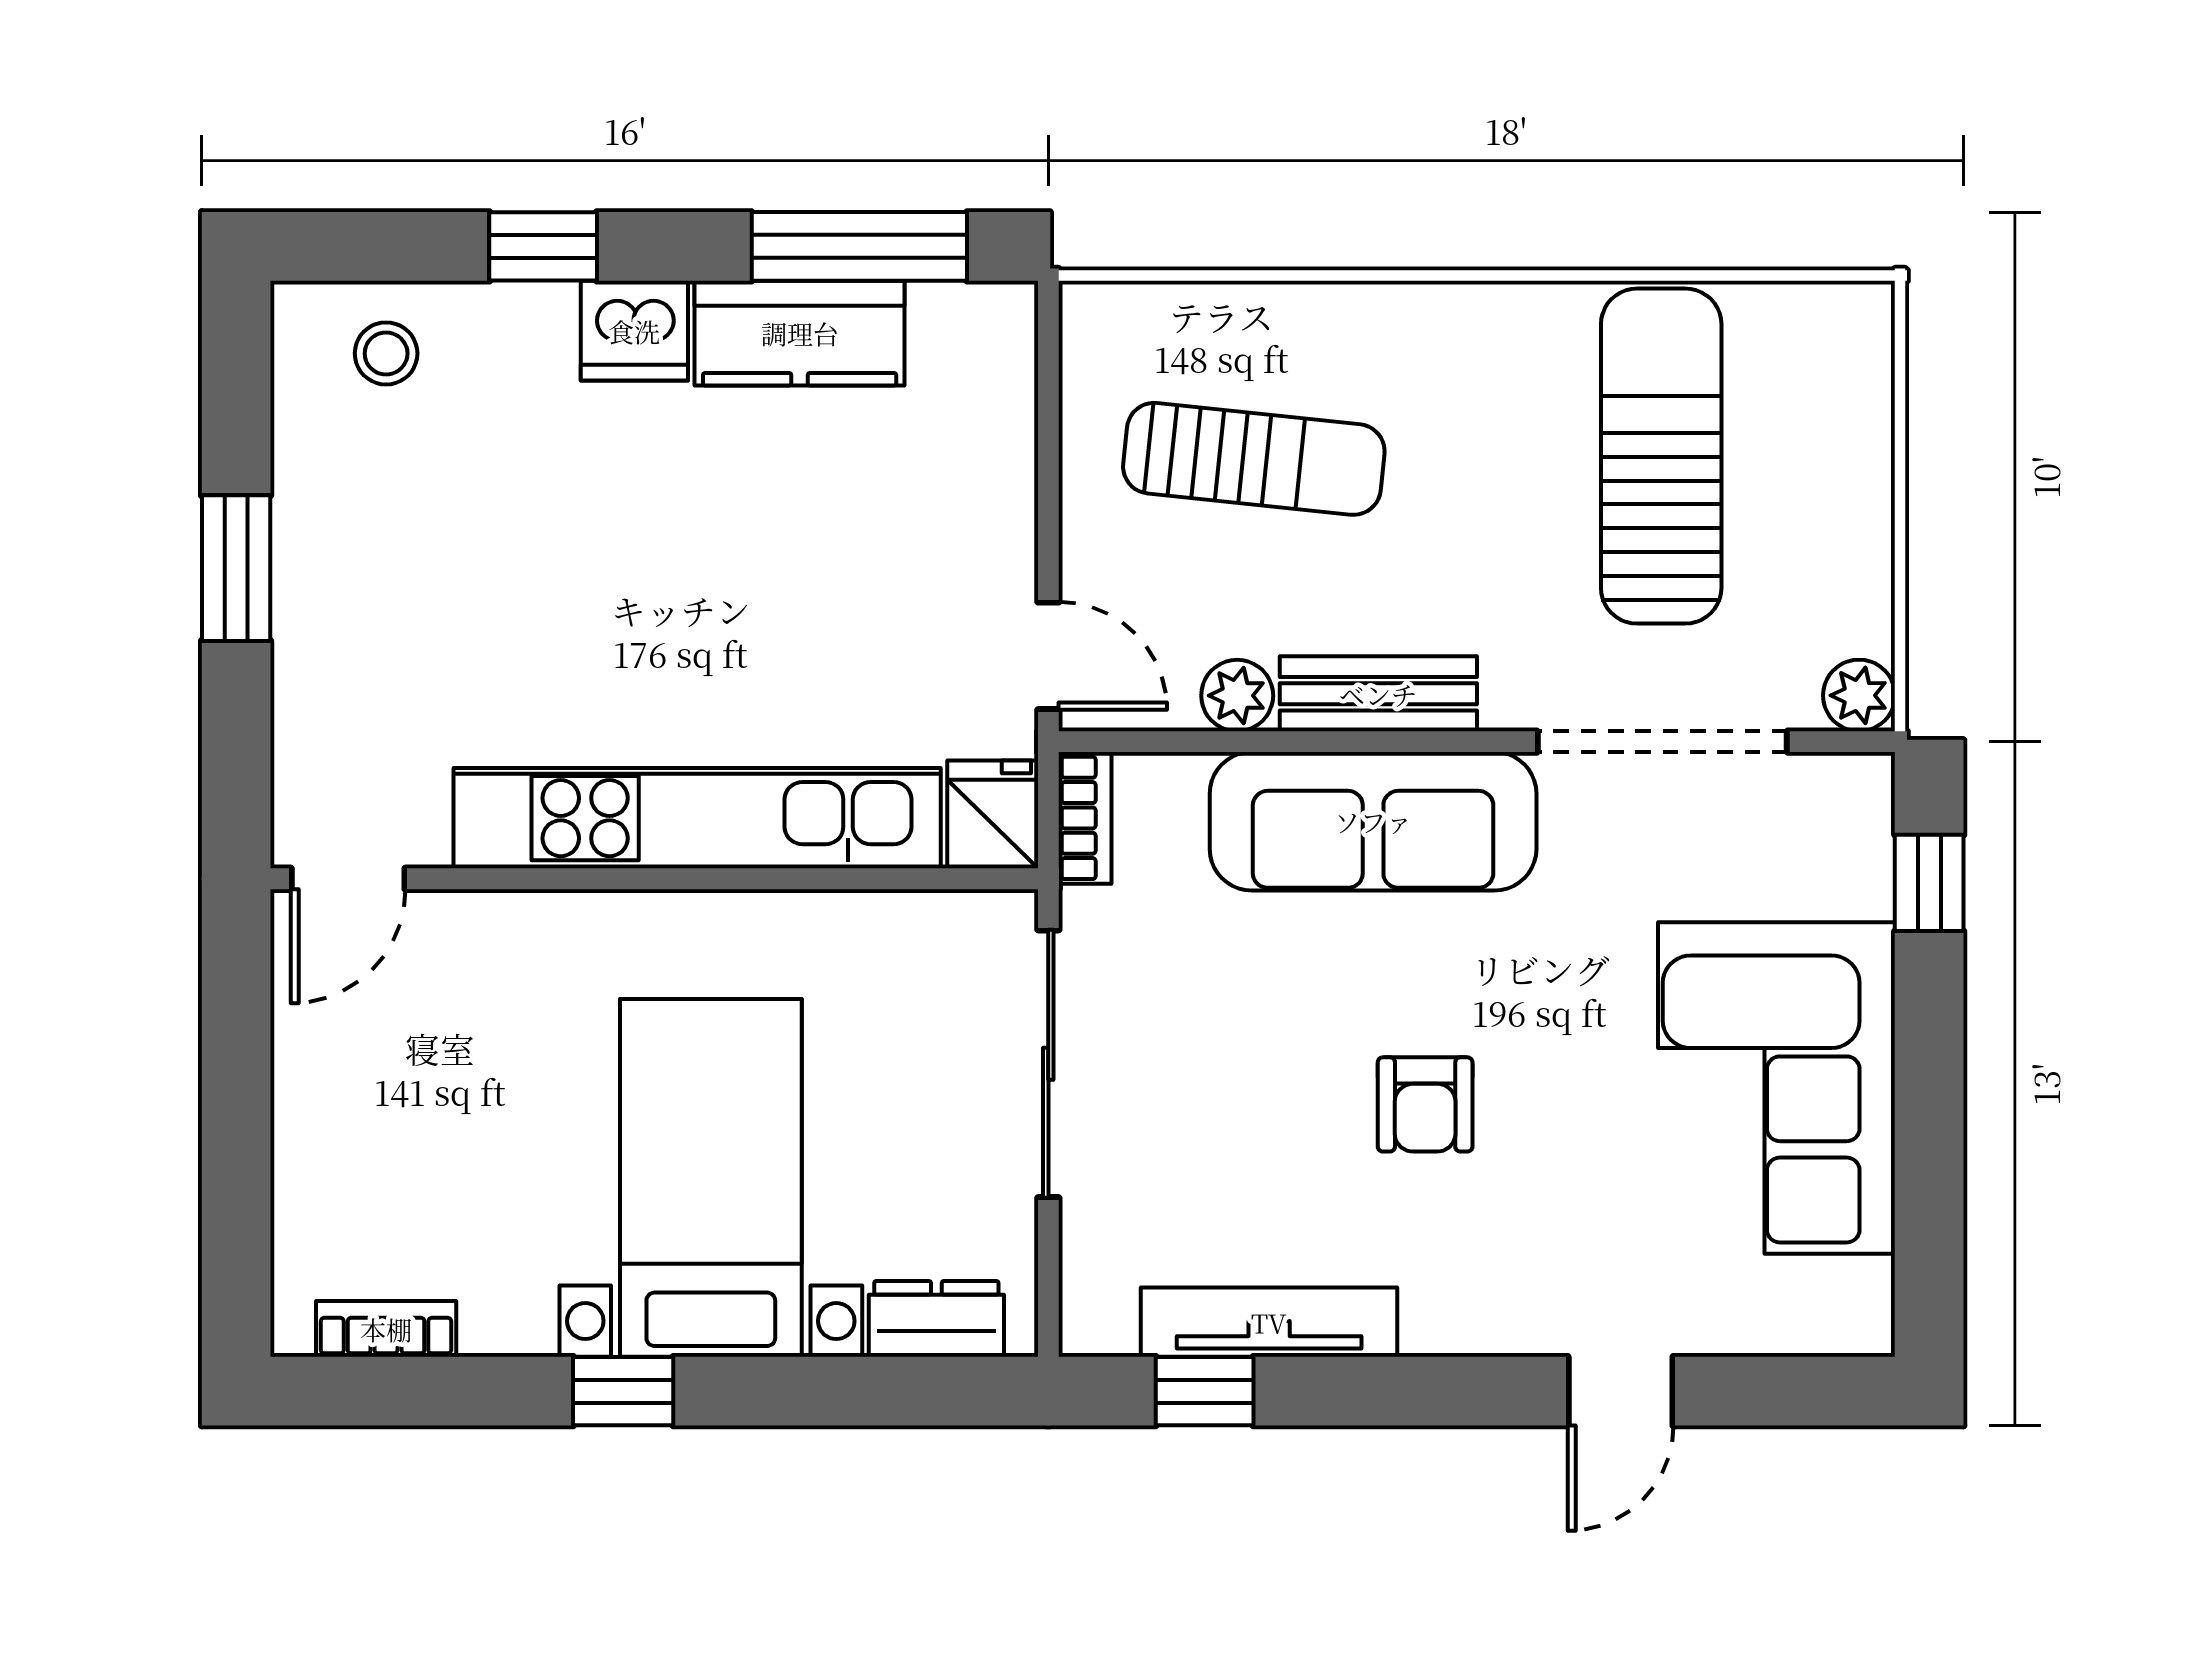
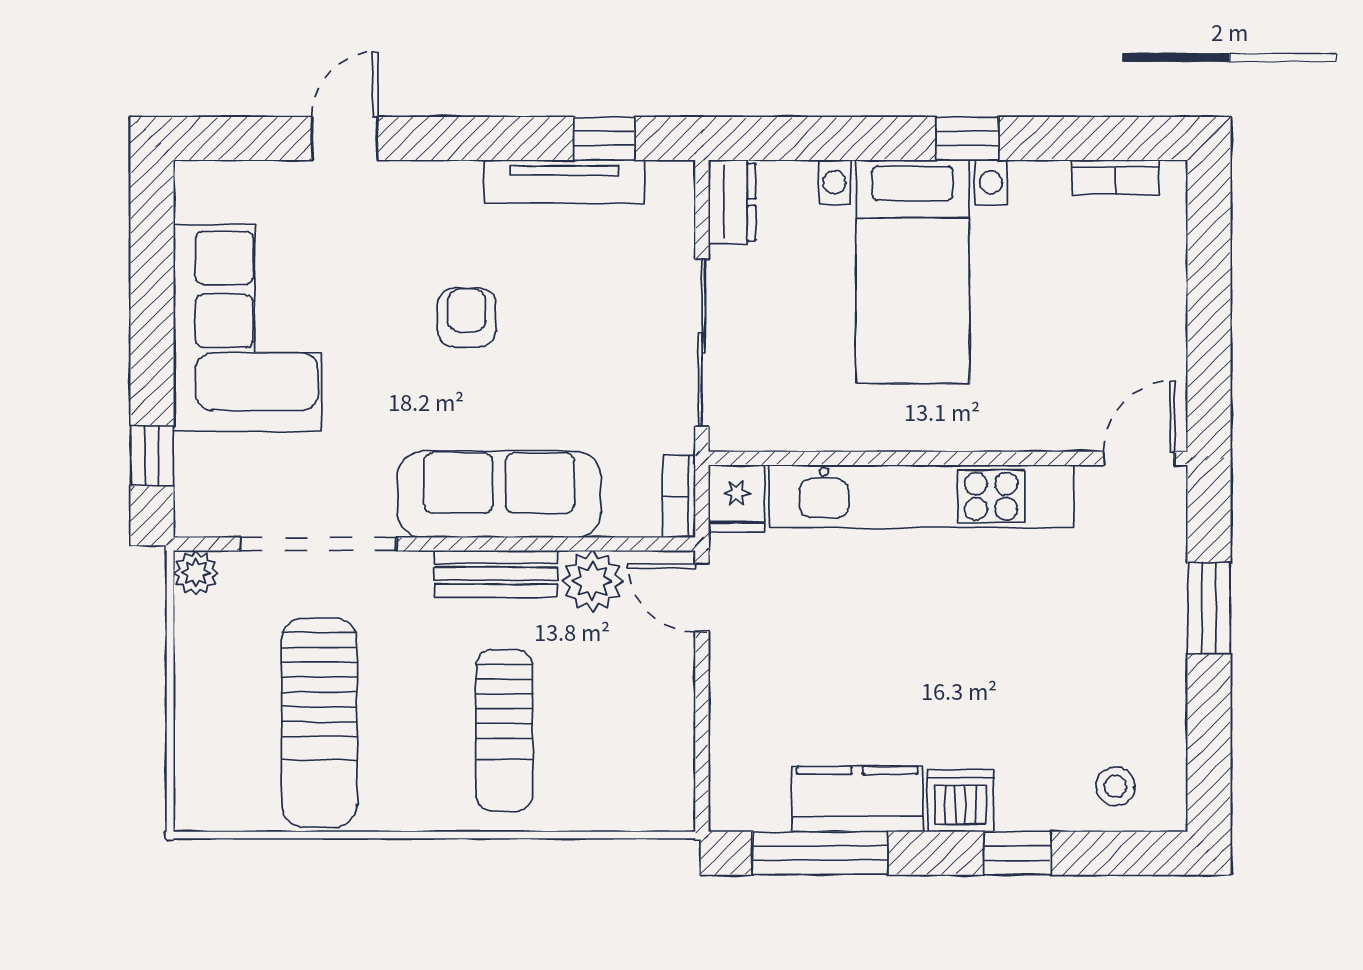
sun lounger: (1254, 459) -> (504, 730), moved, turned -96
window: (236, 568) -> (1209, 608), moved
plant: (1237, 696) -> (592, 581), width x1.38, depth x1.38
dresser: (936, 1319) -> (732, 202), moved, turned -90

